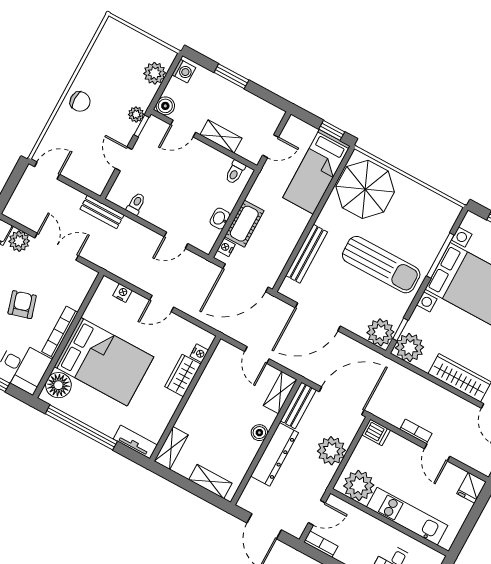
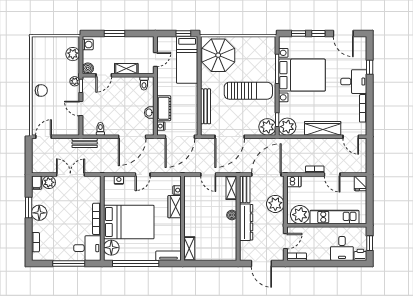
door: (176, 240) -> (132, 137), width x1.88
armchair: (22, 305) -> (69, 215), removed
shelving: (210, 481) -> (220, 255), removed

